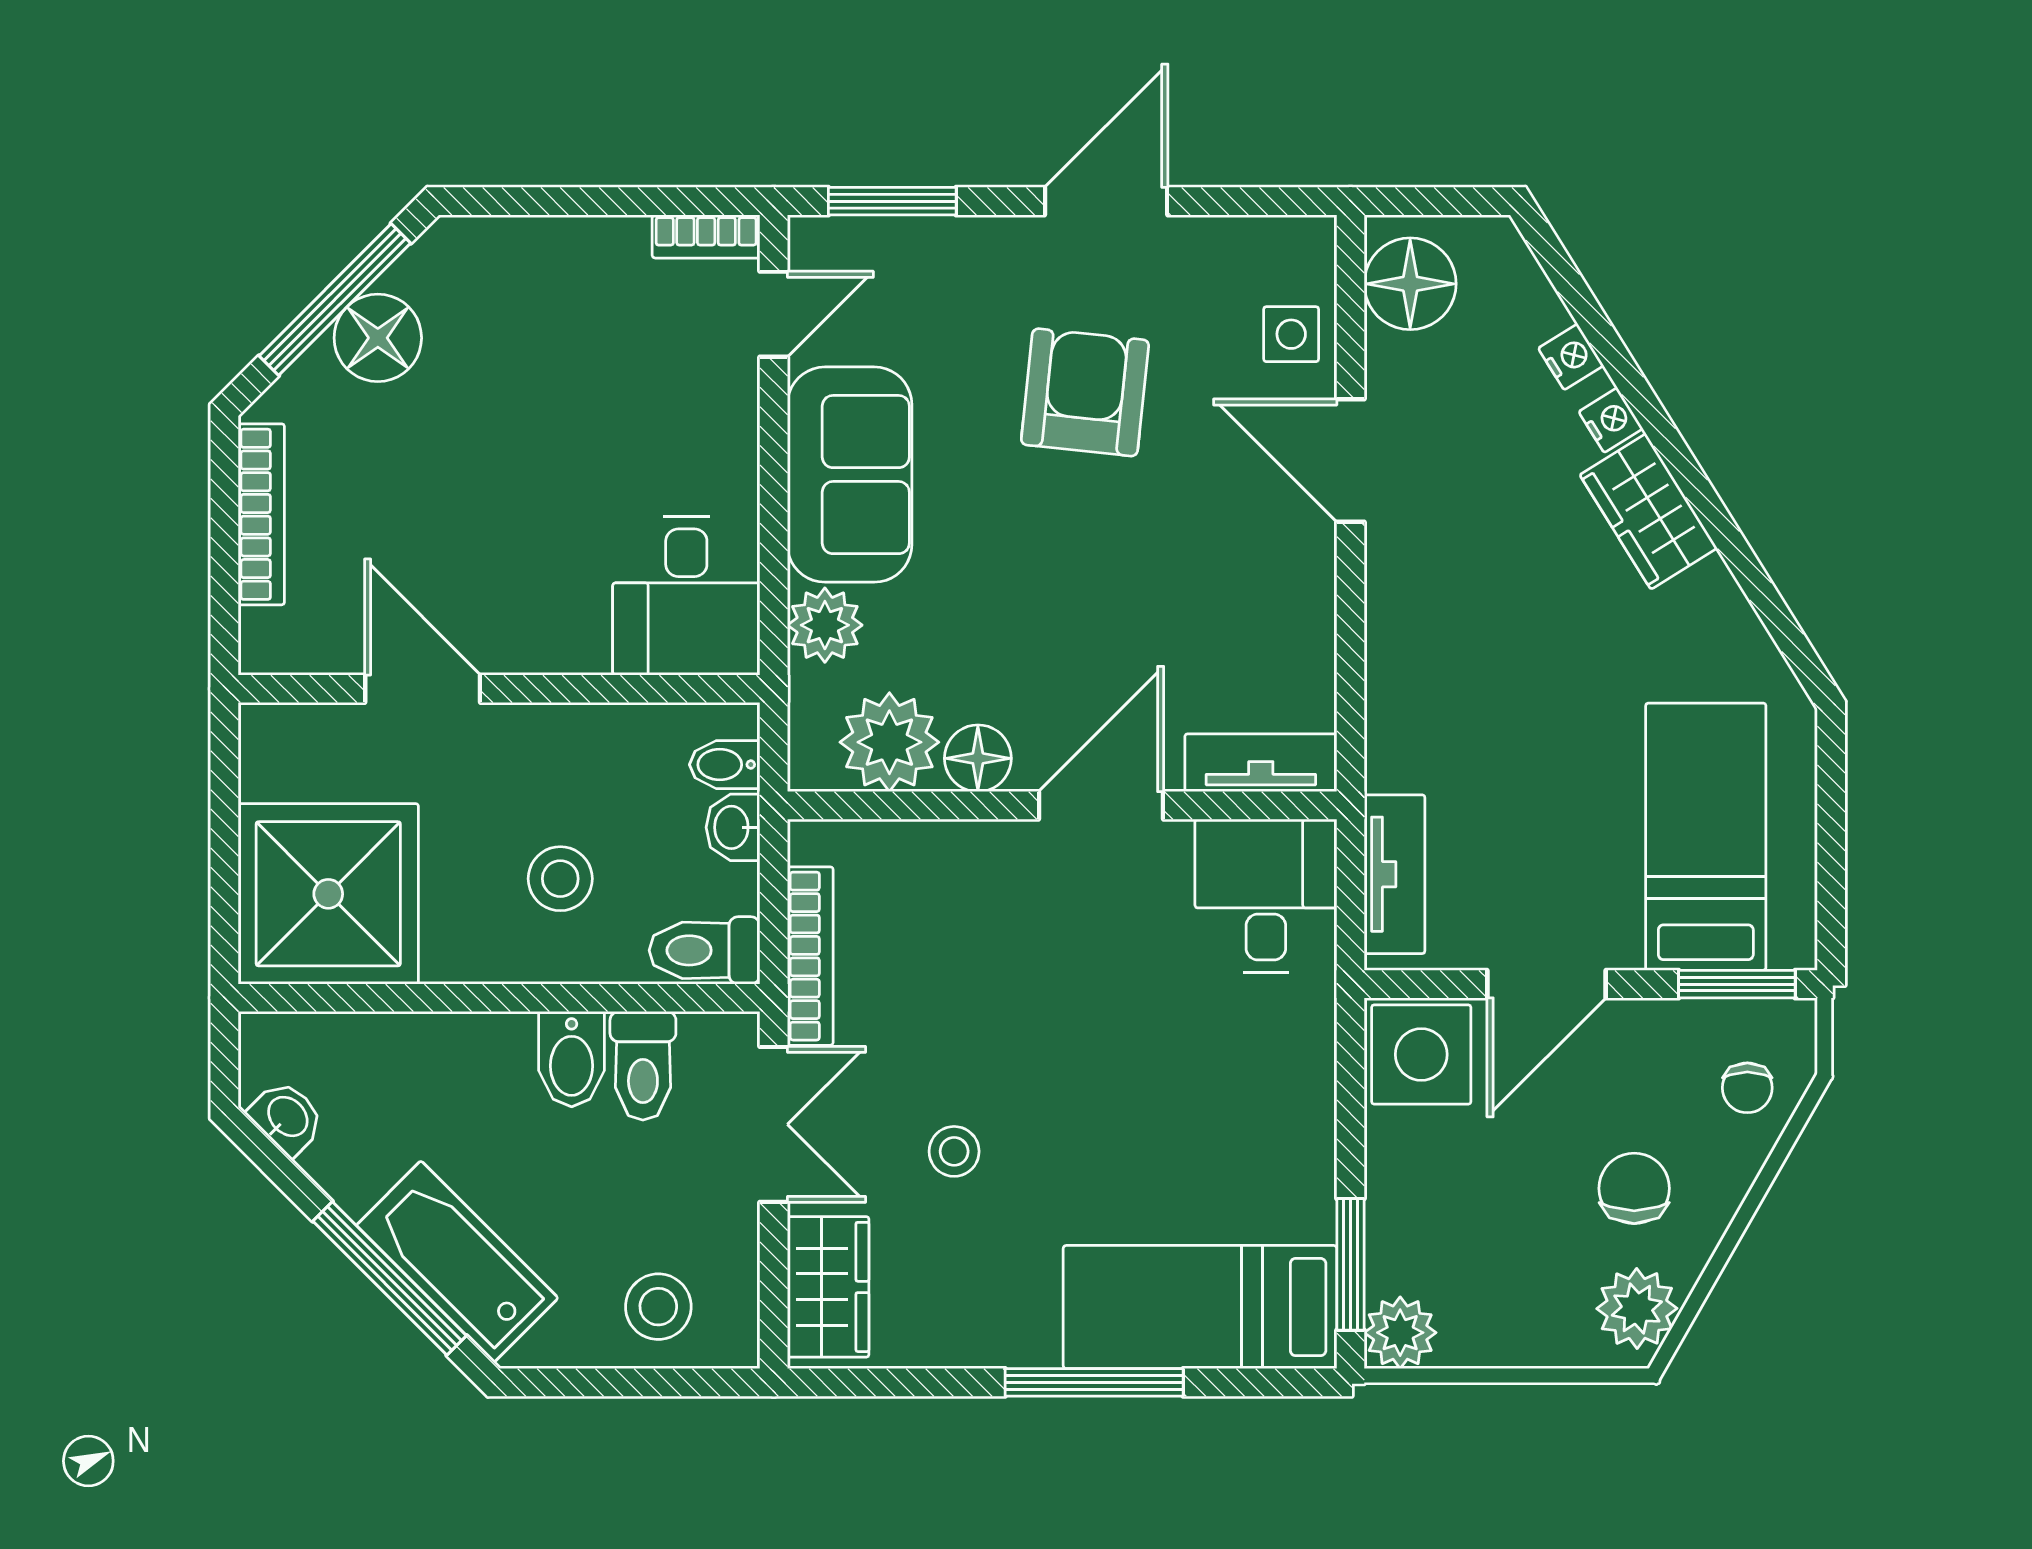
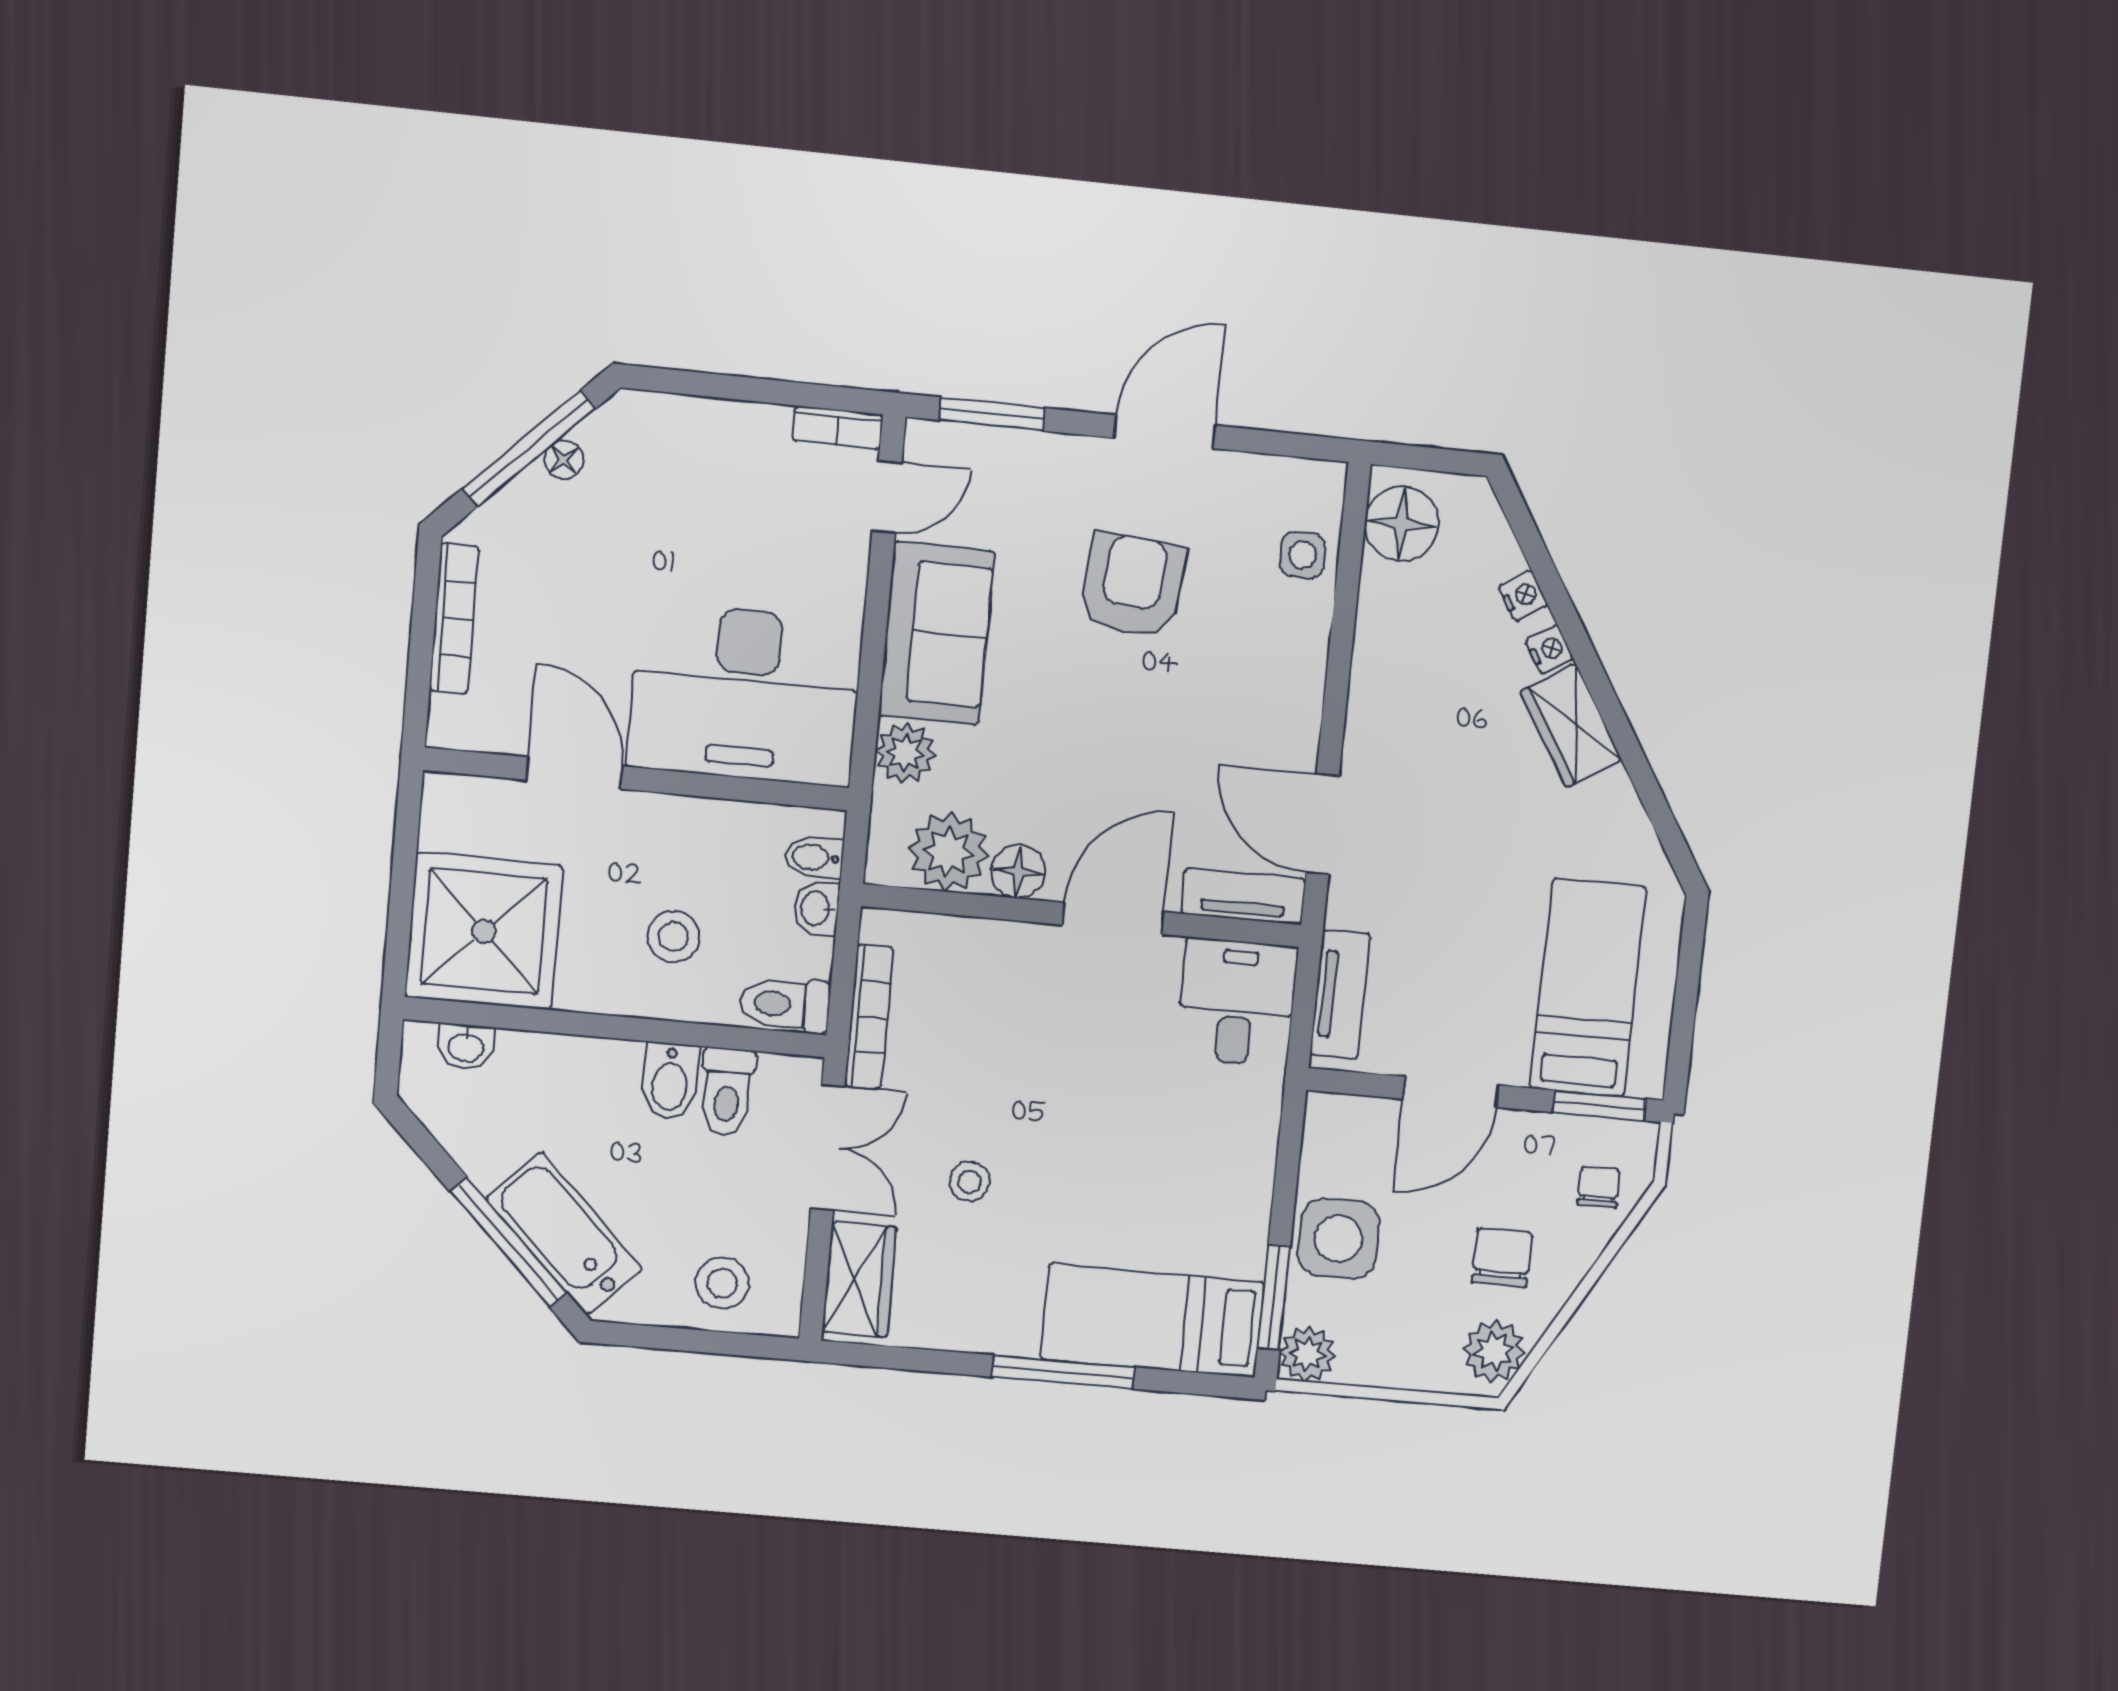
floor lamp: (378, 338) -> (564, 460), width x0.53, depth x0.53
door: (1350, 460) -> (1323, 825), moved
desk: (686, 596) -> (745, 694), width x1.87, depth x1.30
side table: (1421, 1054) -> (1339, 1239), moved
chair: (1747, 1088) -> (1599, 1187), turned 180
washbasin: (287, 1118) -> (466, 1047), moved, turned 135

